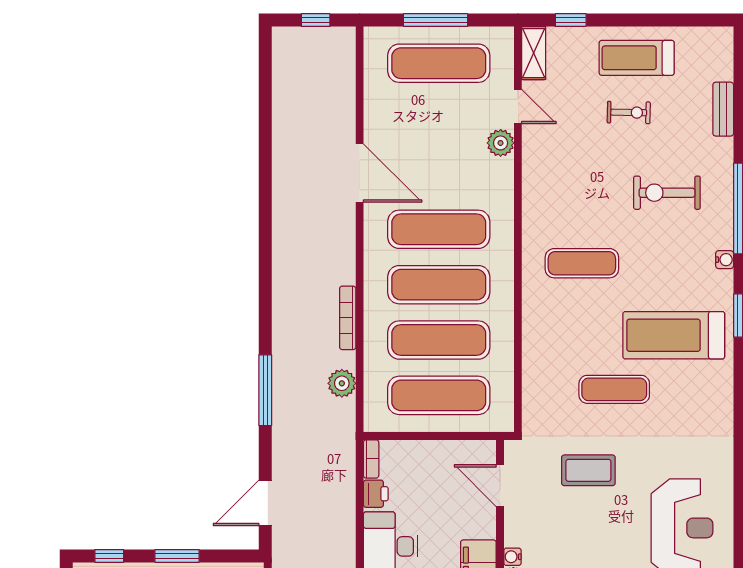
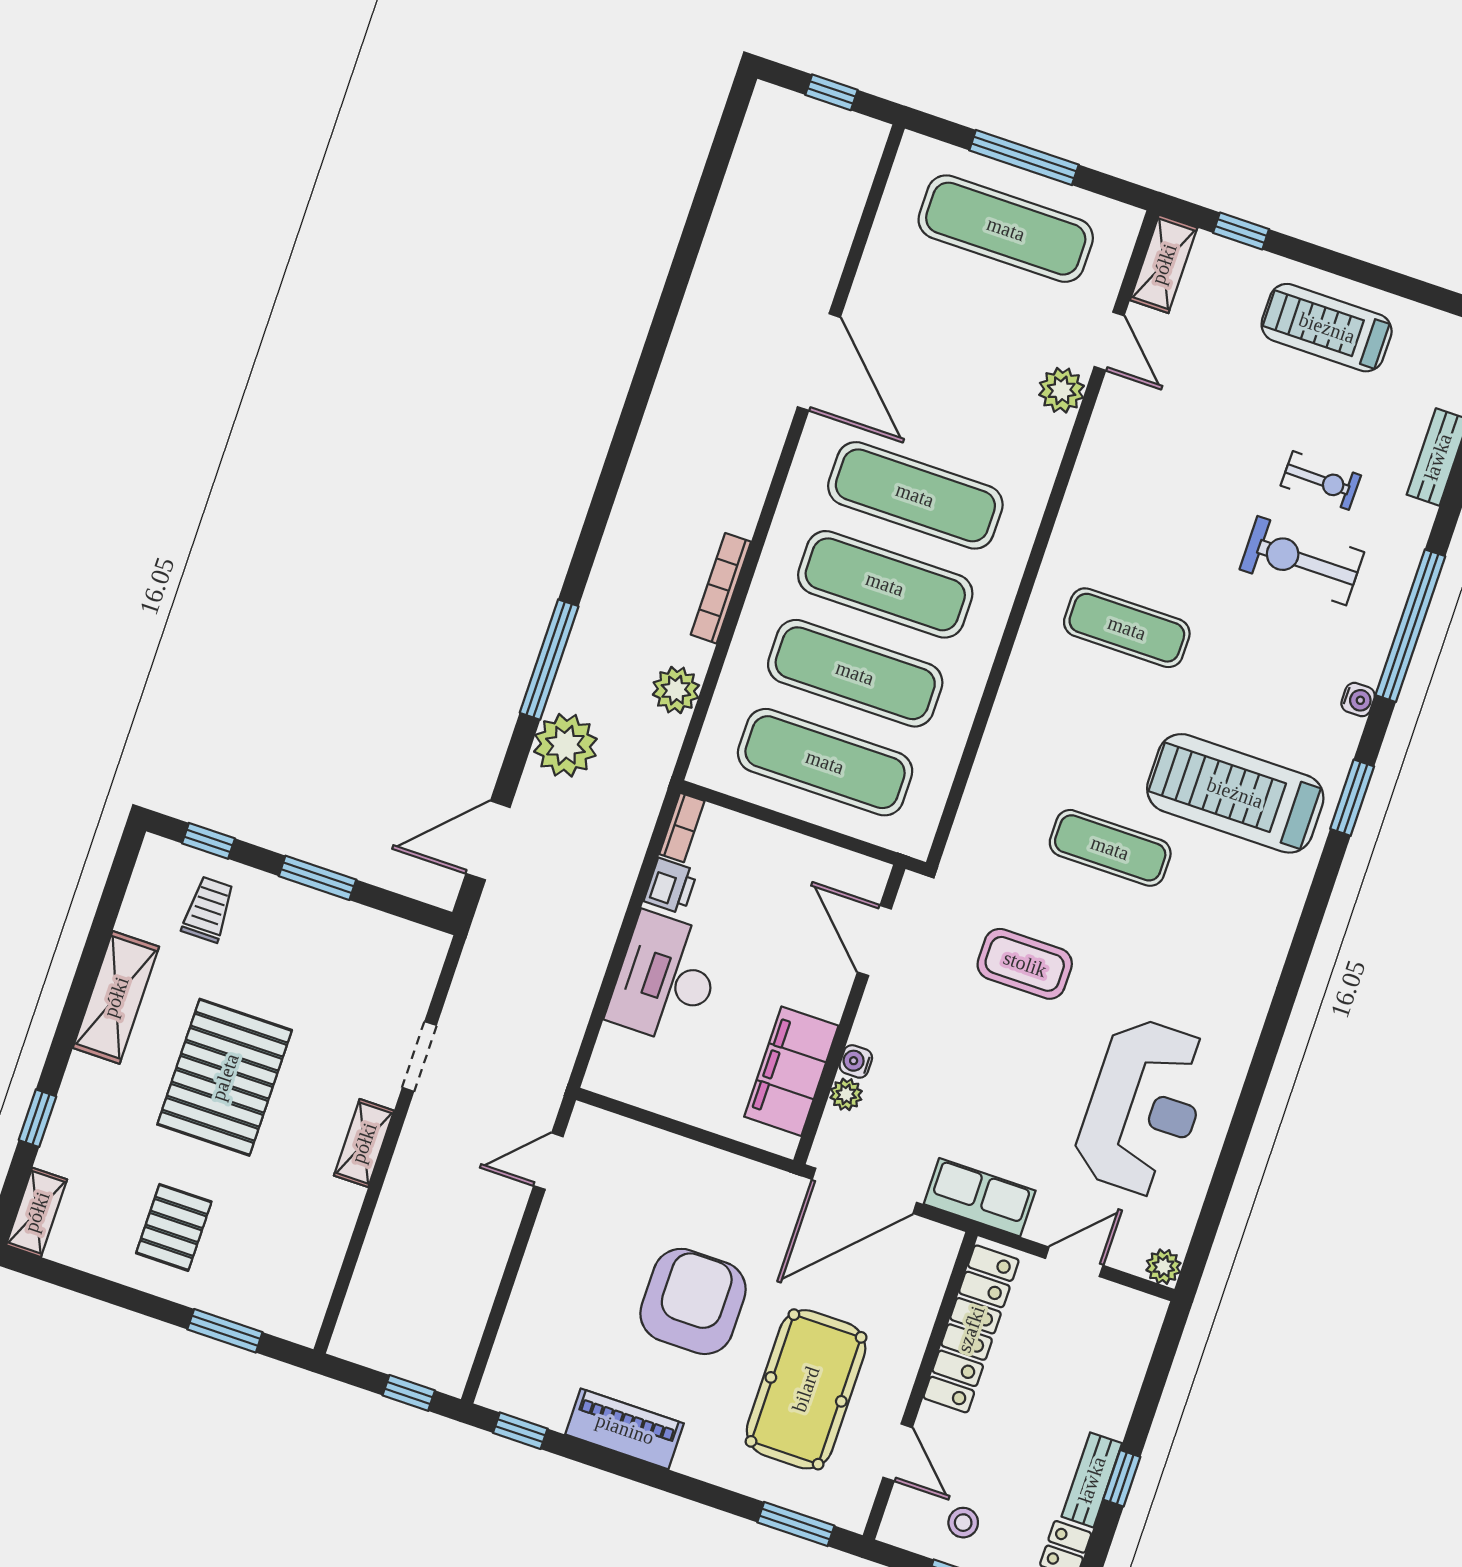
exercise bike: (629, 112) -> (1321, 480), moved
plant: (291, 435) -> (565, 745), added

